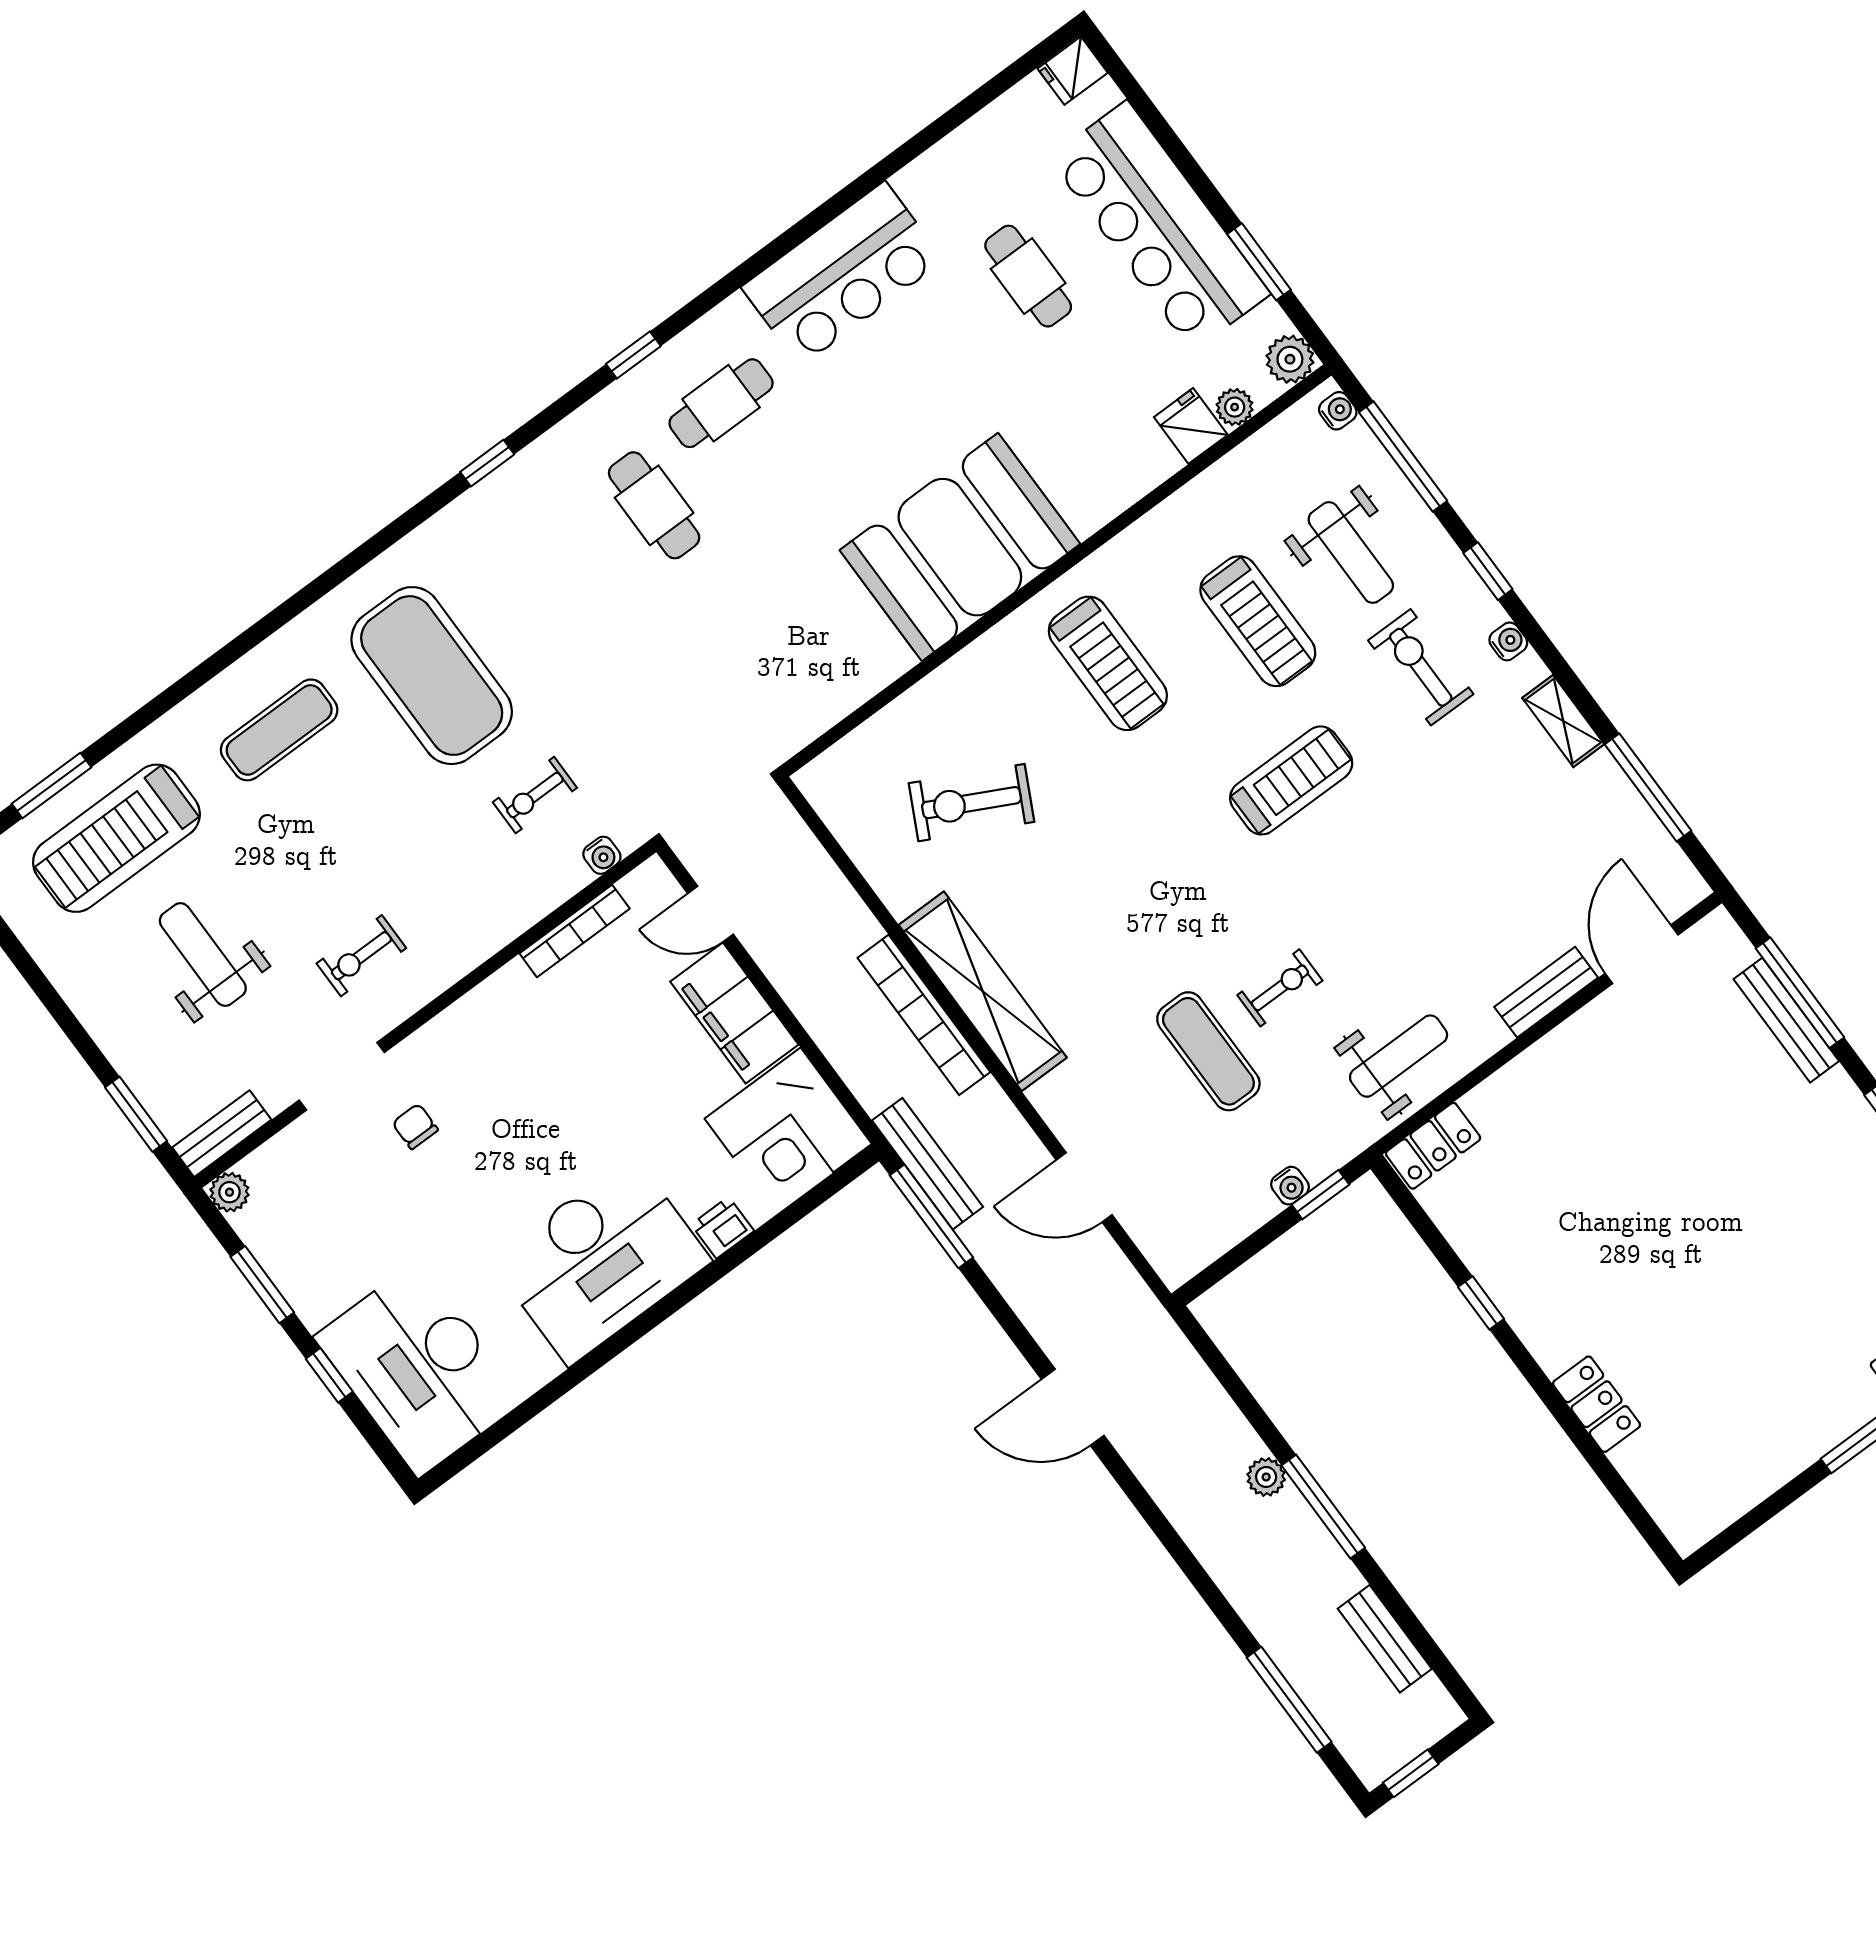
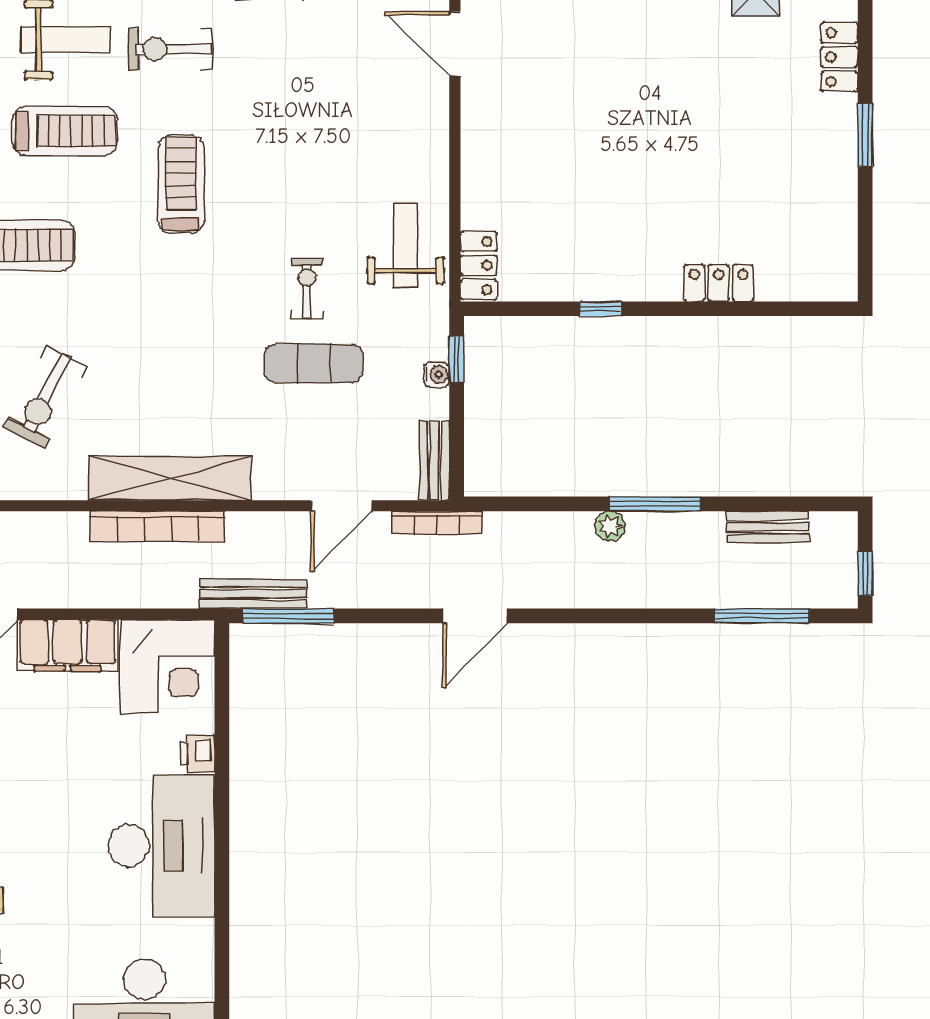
bench: (1546, 992) -> (434, 461), moved
bookcase: (1139, 1297) -> (437, 523), added

